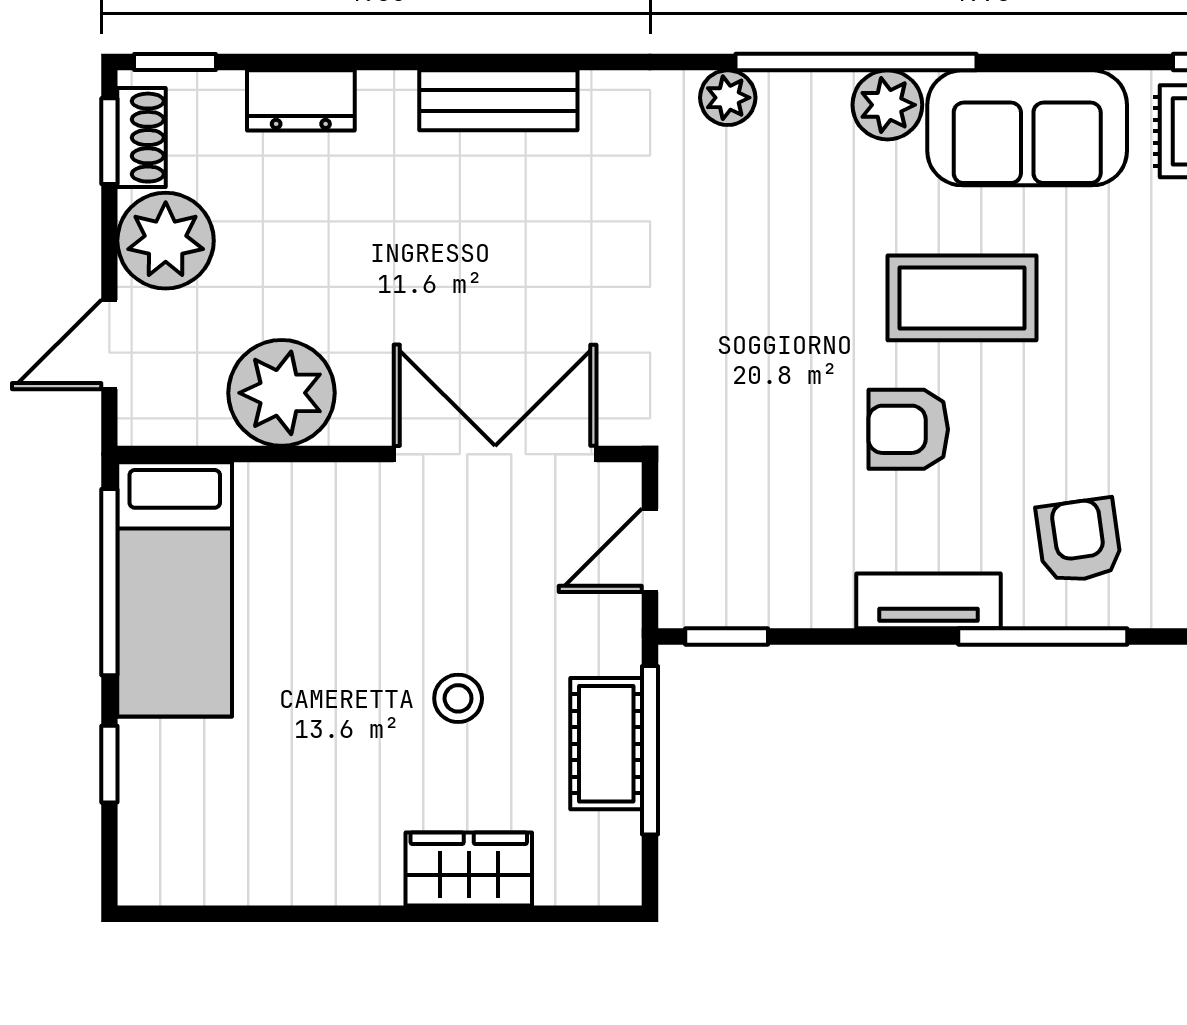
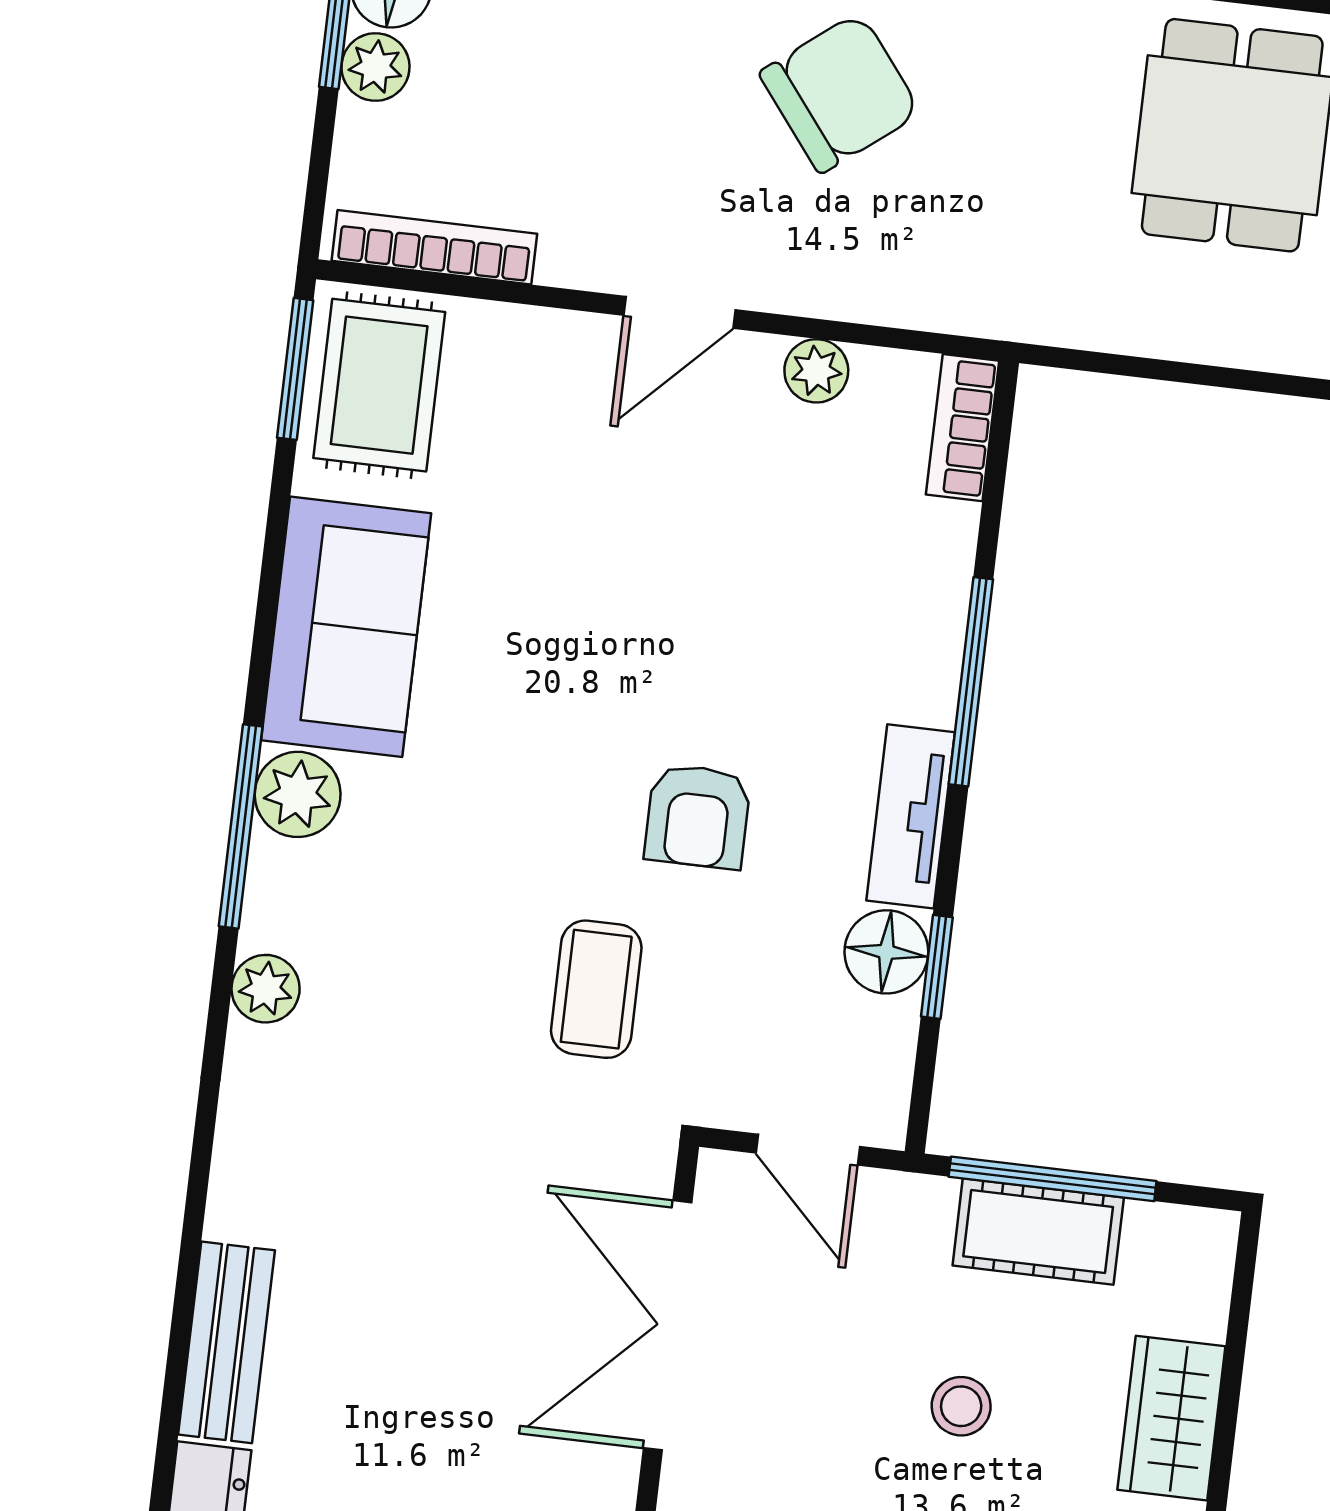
window: (856, 62) -> (241, 826), width x0.68
bench: (498, 100) -> (227, 1342), moved
coffee table: (962, 298) -> (596, 989), moved, width x0.73, depth x0.77
armchair: (1079, 540) -> (858, 624), removed
floor lamp: (817, 595) -> (886, 952), added
window: (727, 637) -> (937, 967), moved

